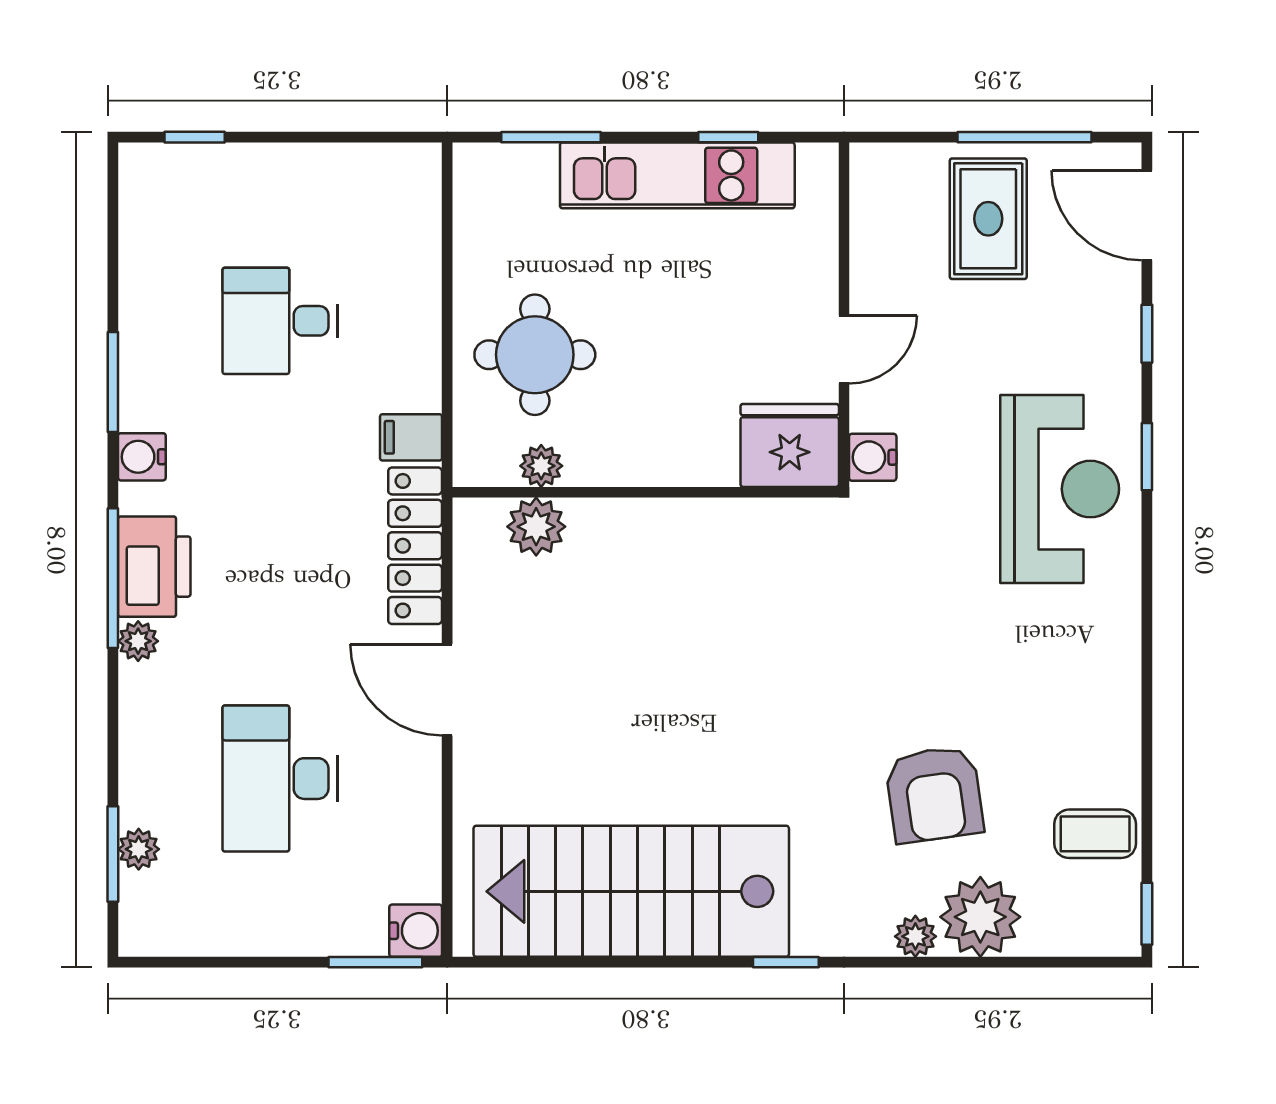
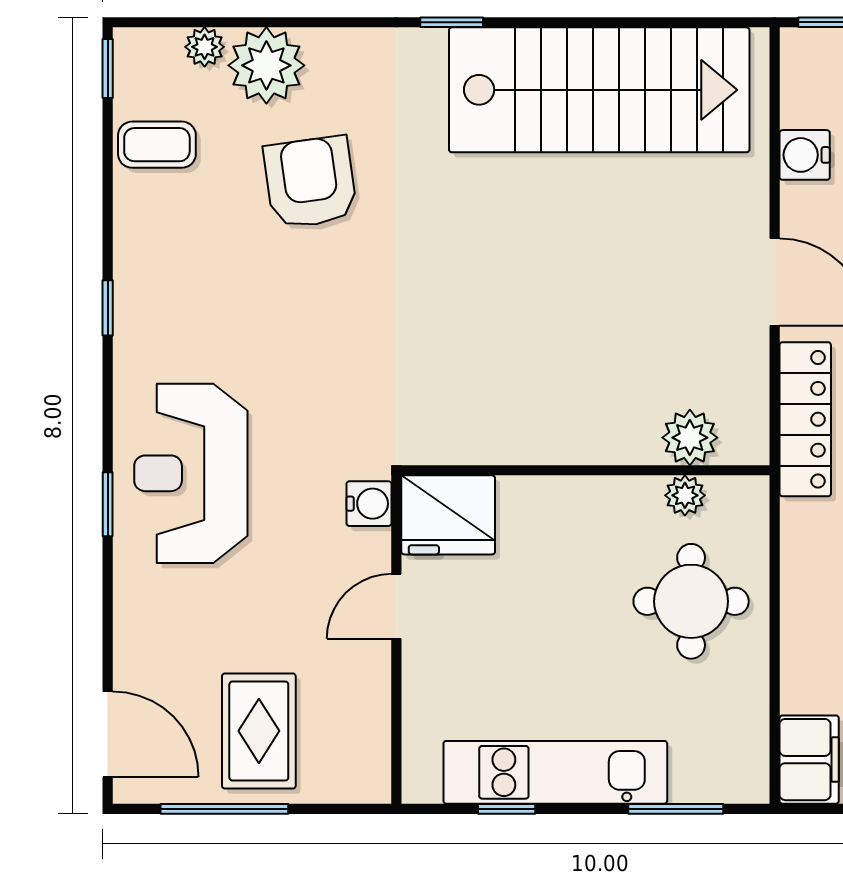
window: (1147, 334) -> (108, 308), moved
filing cabinet: (411, 437) -> (809, 760), moved, width x2.00
water cooler: (416, 931) -> (805, 155), moved
plant: (915, 936) -> (205, 47), moved

